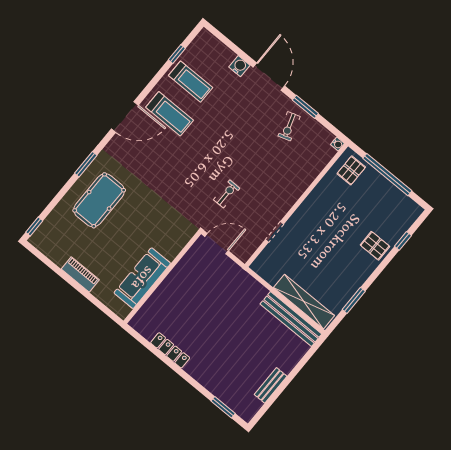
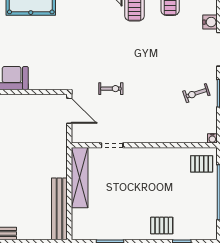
pallet: (375, 246) -> (162, 226), turned 90
shelving: (304, 302) -> (80, 178), moved

